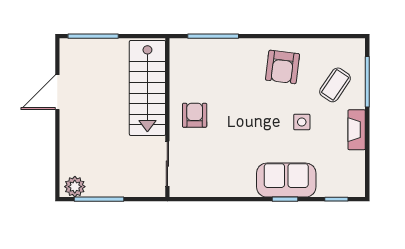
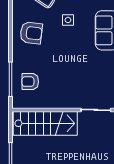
armchair: (195, 115) -> (30, 82), moved

